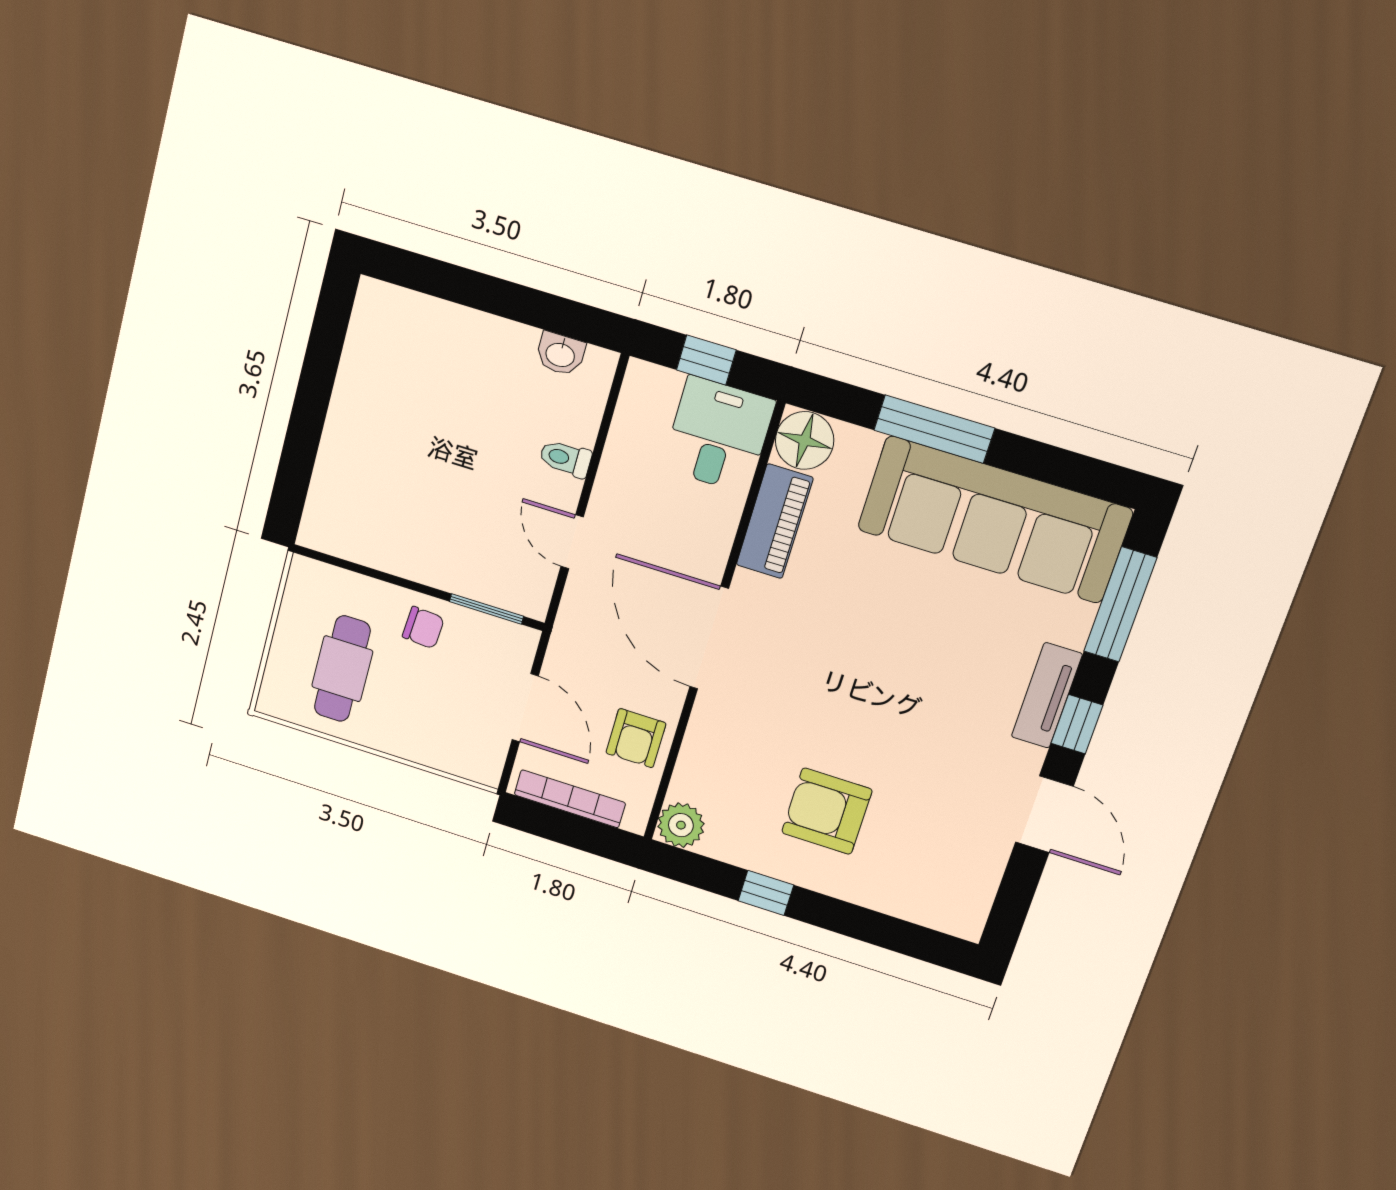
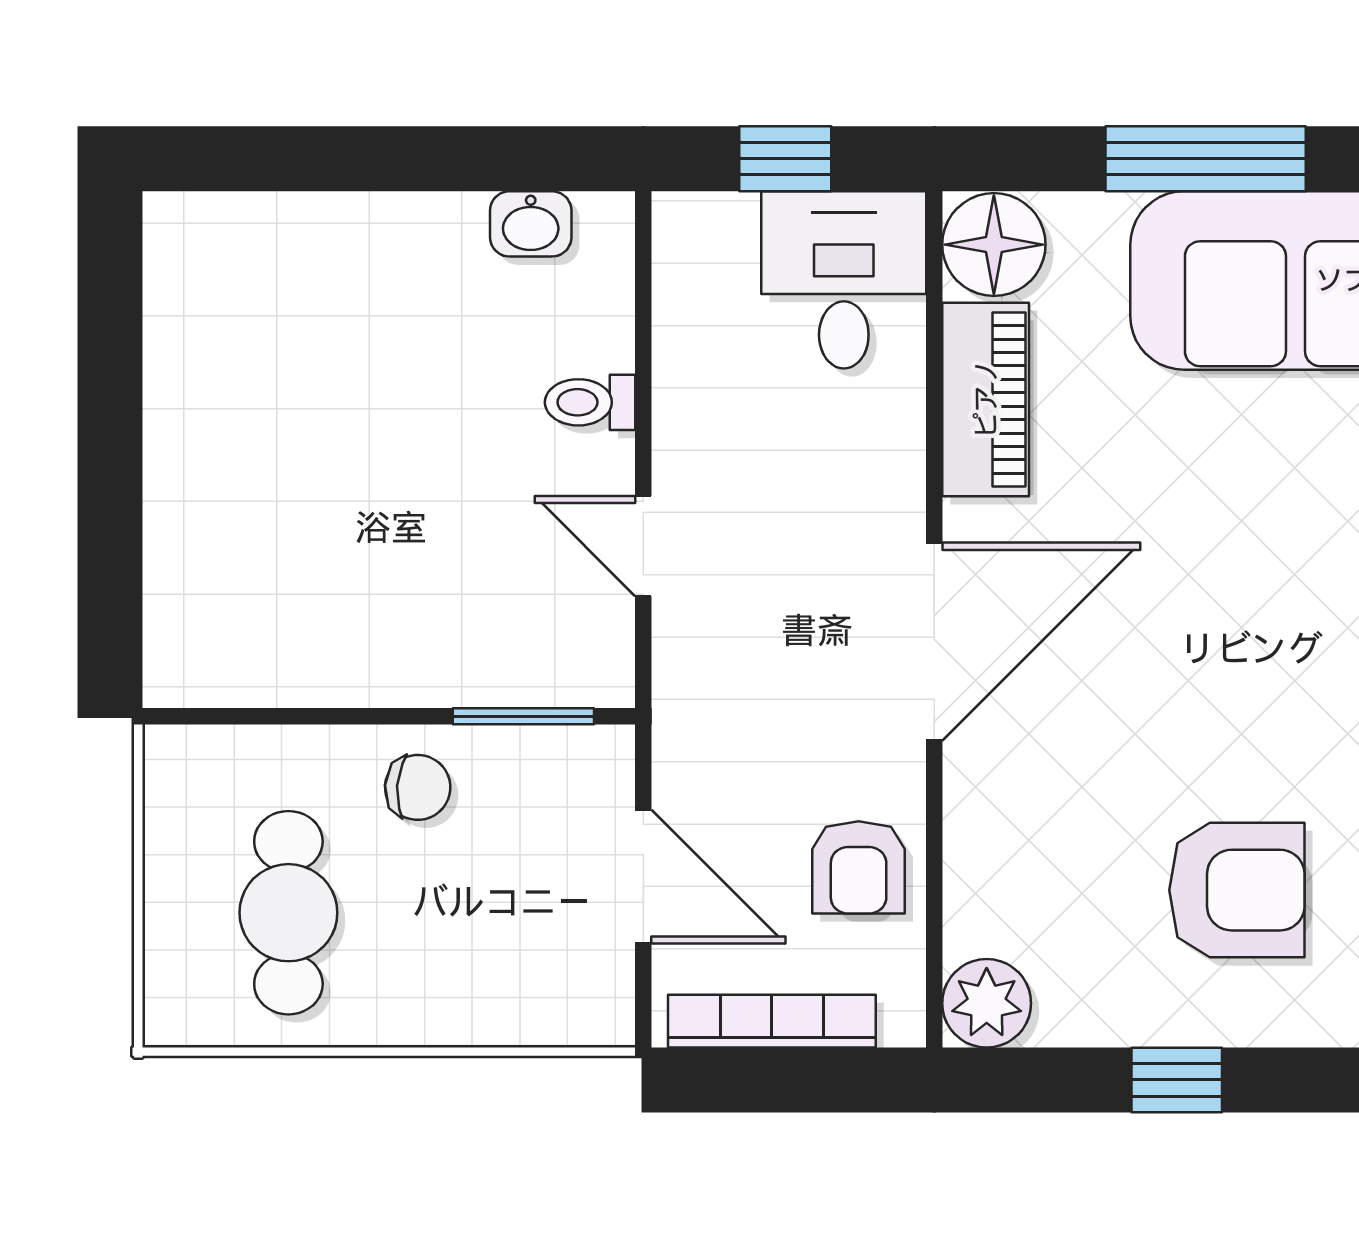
door: (709, 638) -> (934, 642), swing flipped
armchair: (827, 811) -> (1237, 890), turned 180

